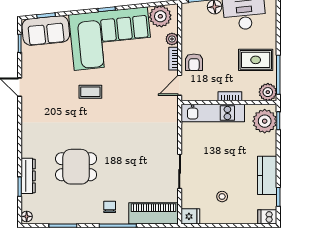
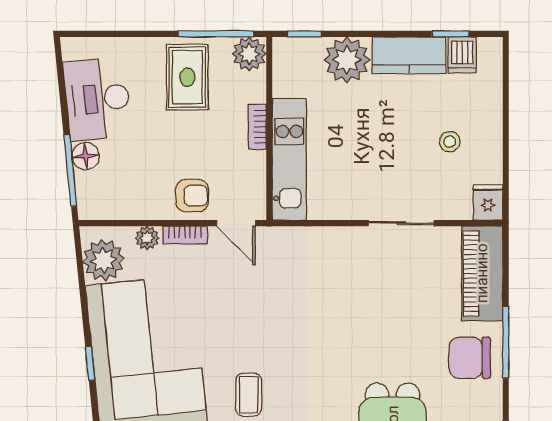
plant: (265, 121) -> (347, 60), moved
chair: (110, 207) -> (470, 358), width x1.87, depth x1.87
dishwasher: (267, 217) -> (462, 55), moved

